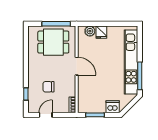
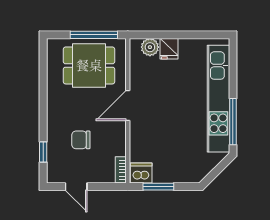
door: (77, 66) -> (128, 105), swing flipped
dishwasher: (113, 107) -> (141, 173), moved
door: (46, 115) -> (76, 187), swing flipped

